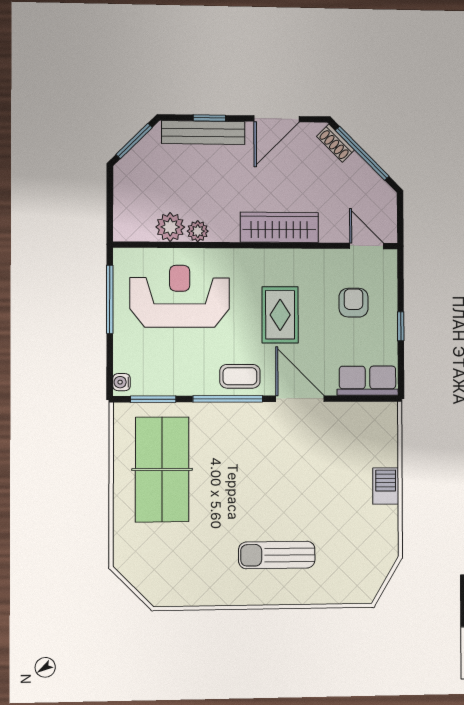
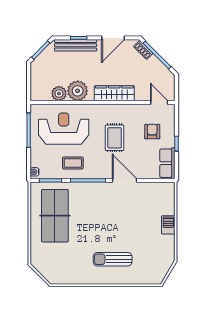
plant: (198, 231) -> (78, 91), width x1.87, depth x1.87
coffee table: (240, 376) -> (73, 163), moved
row of seats: (368, 381) -> (167, 163), moved, turned -90

